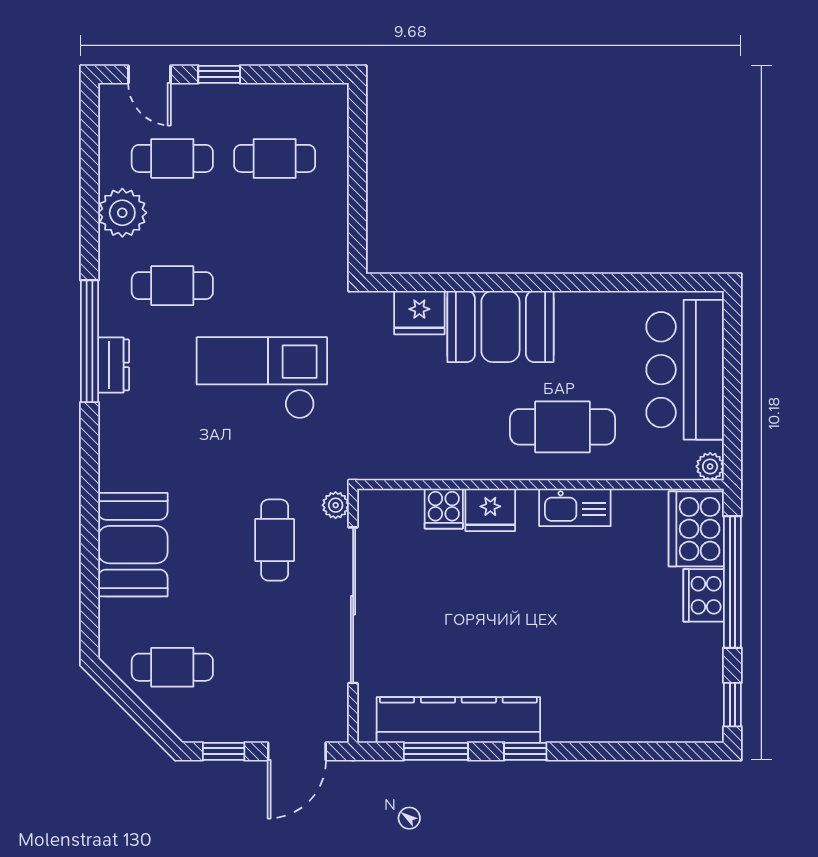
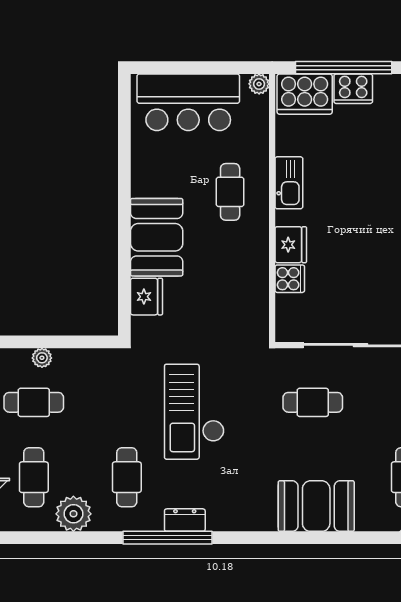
cafe table: (275, 158) -> (34, 402), turned 90
cafe table: (563, 427) -> (230, 192), width x0.73, depth x0.74
plant: (336, 505) -> (42, 358), moved

